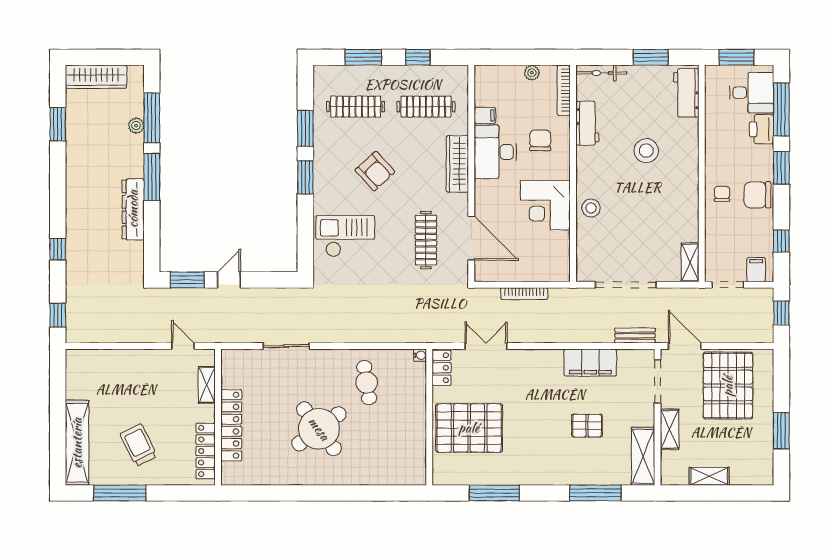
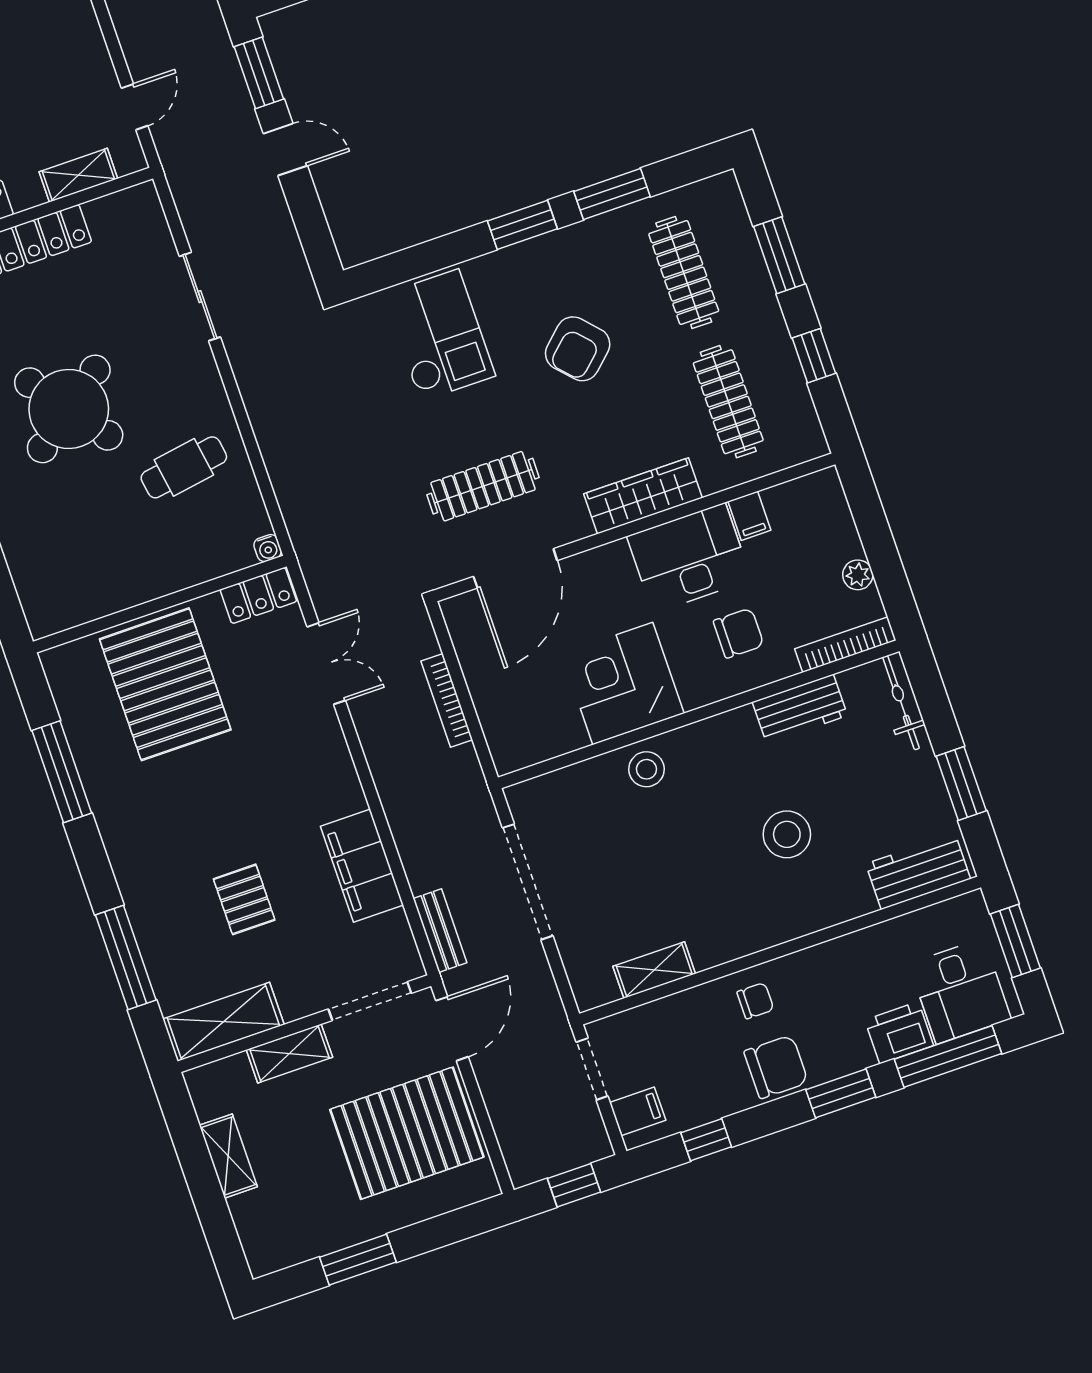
chair: (758, 195) -> (776, 1067), turned 90
shelving: (690, 262) -> (654, 970), moved

